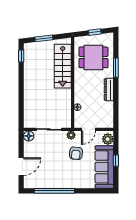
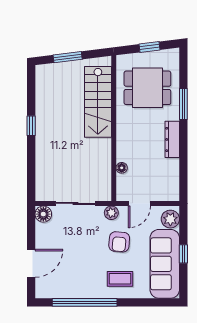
window: (21, 56) -> (31, 126), moved
coffee table: (76, 176) -> (120, 279), added

